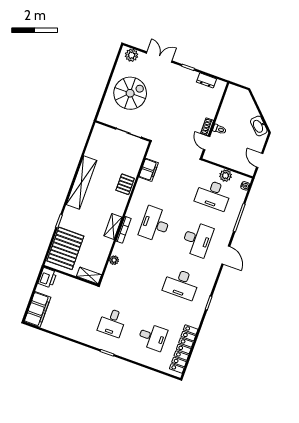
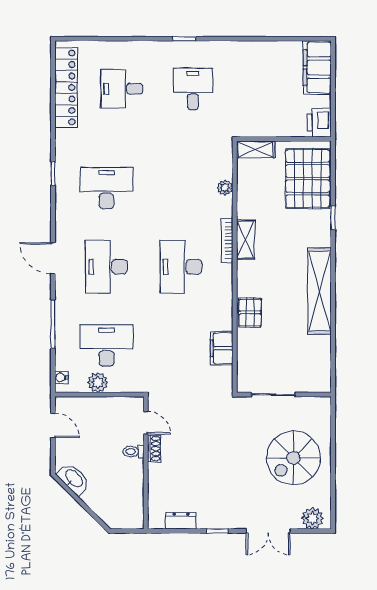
desk: (155, 224) -> (181, 267), turned 180

